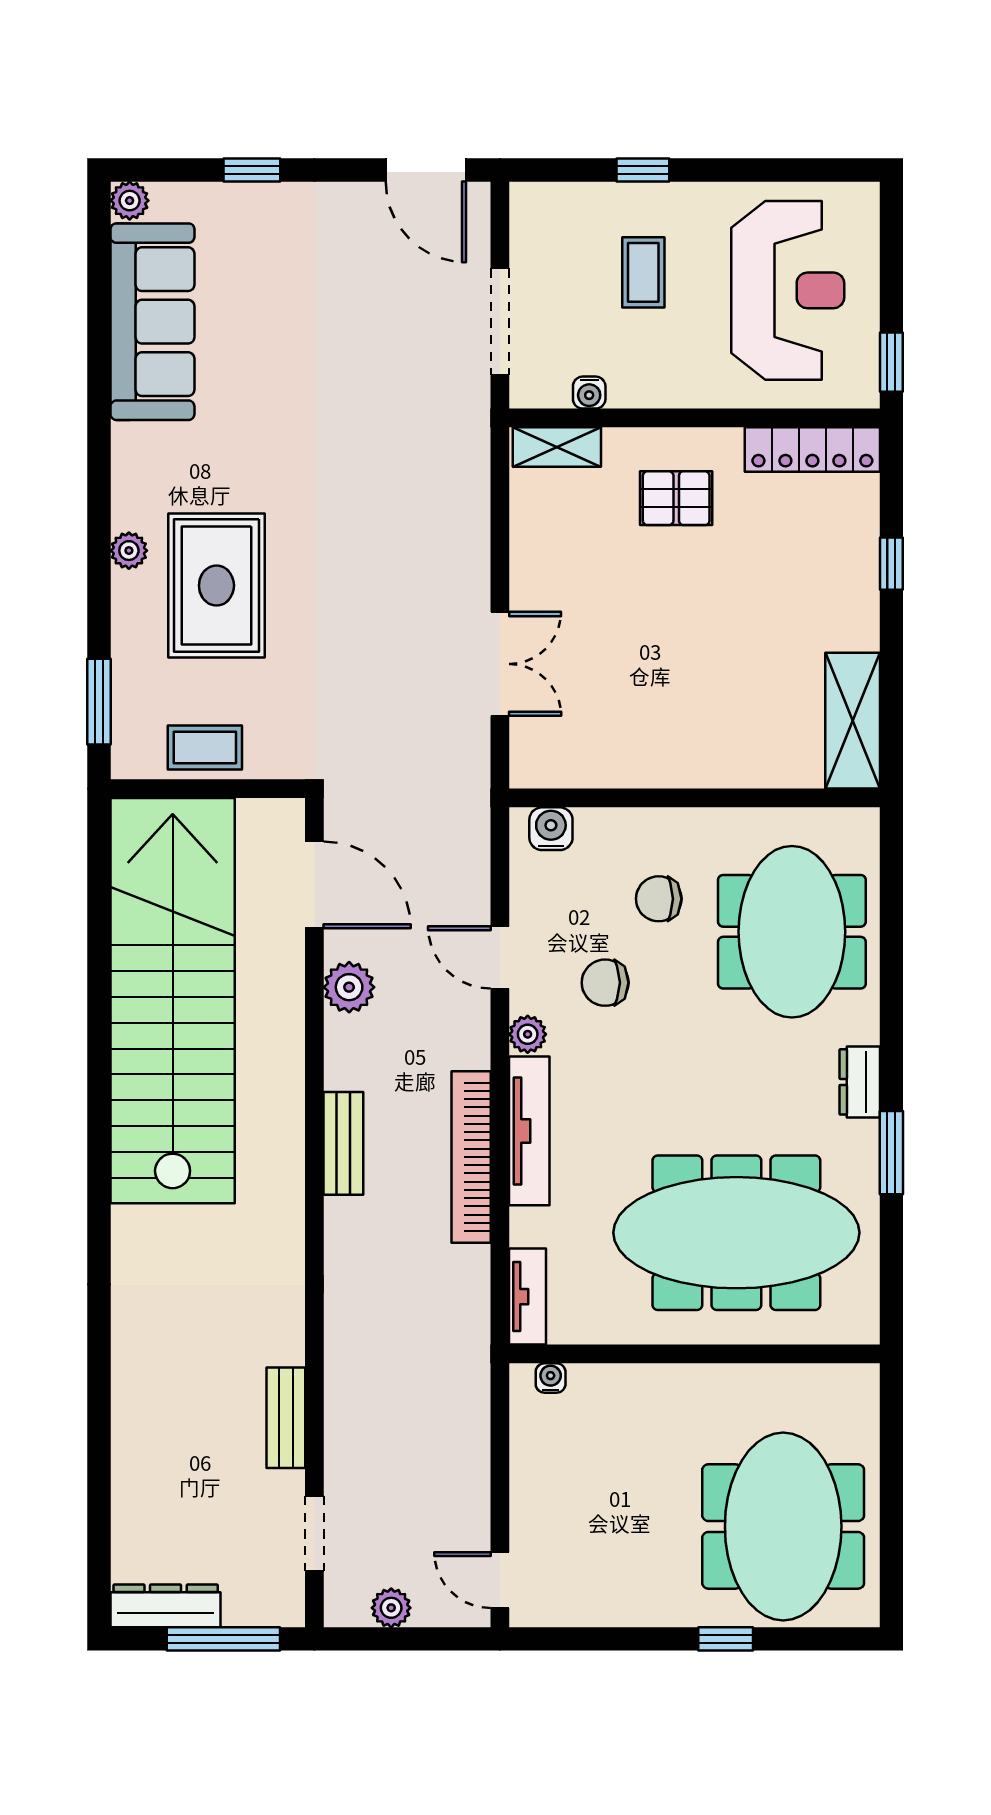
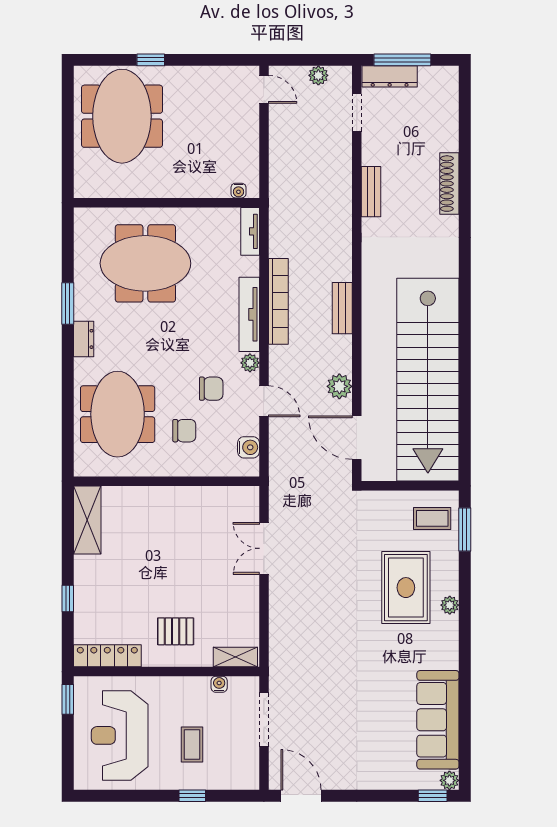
window: (252, 170) -> (433, 796), moved
coffee table: (205, 747) -> (432, 518), moved
water cooler: (551, 829) -> (248, 447), moved, turned -90
meeting table: (736, 1233) -> (145, 263), width x0.73
shoe rack: (130, 1392) -> (449, 184), added
bench: (286, 1418) -> (371, 192), moved
dresser: (166, 1606) -> (390, 76), moved

